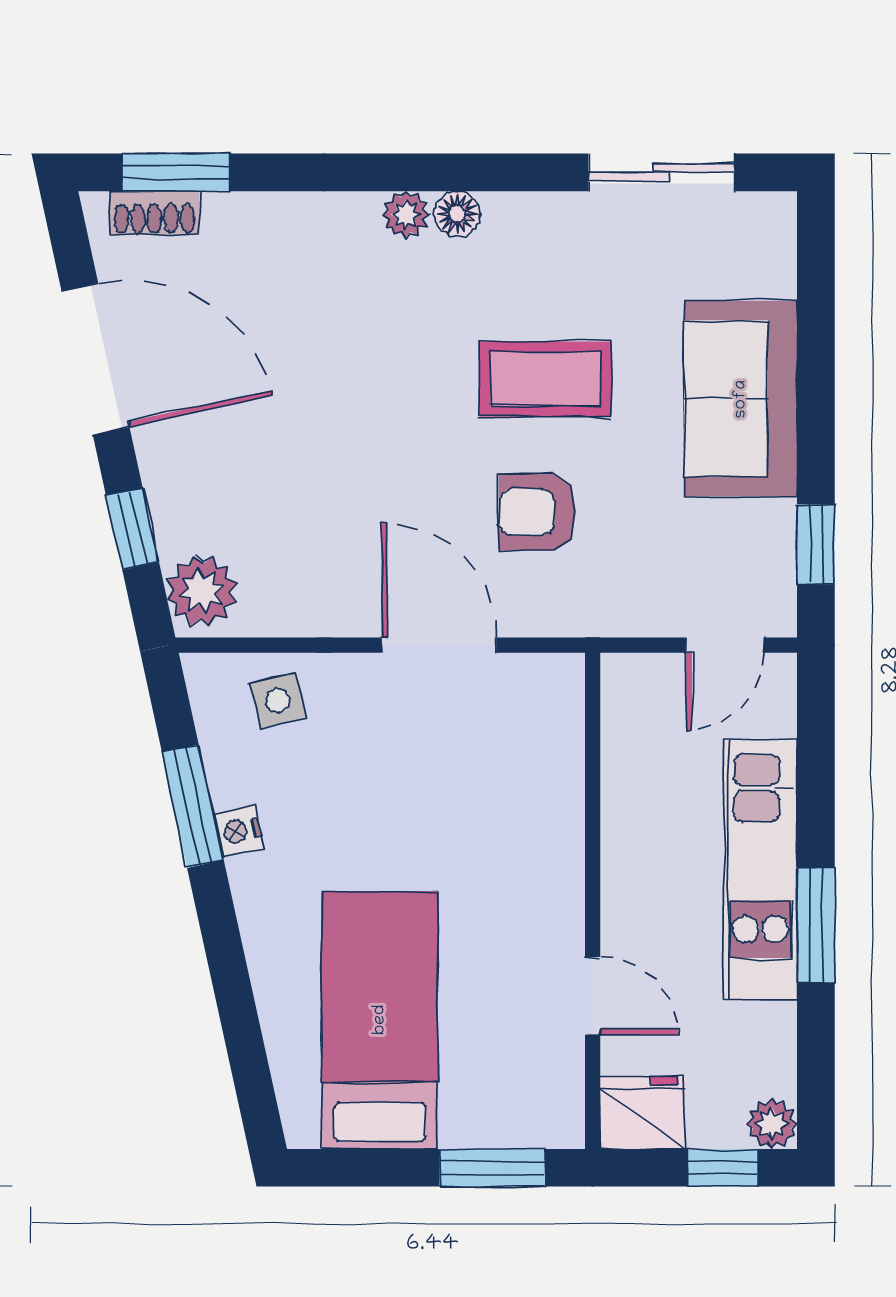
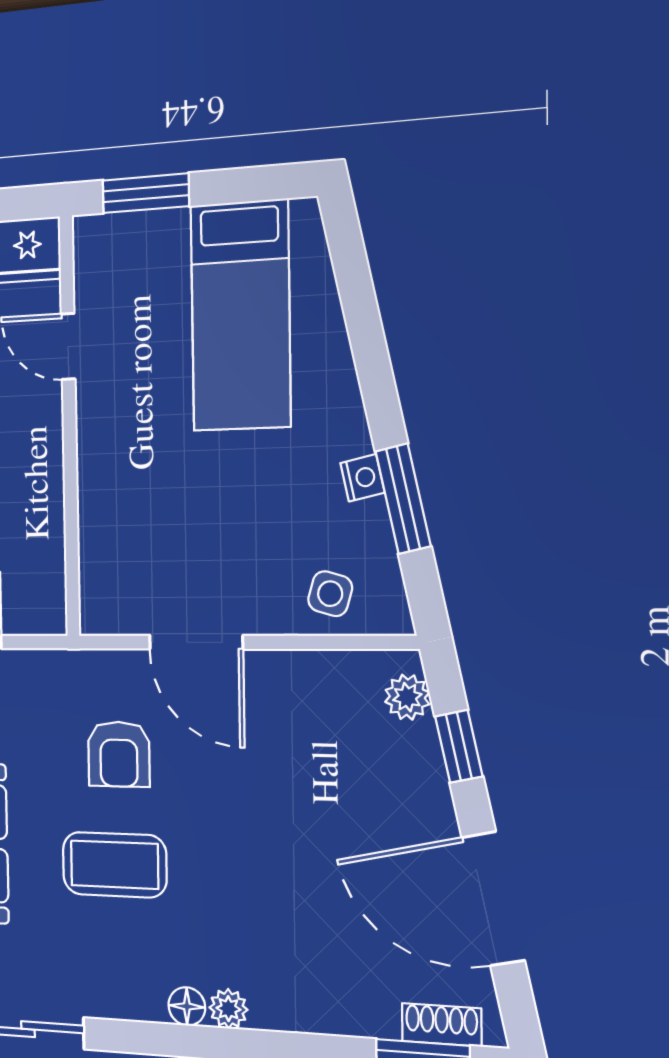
armchair: (537, 512) -> (119, 754), turned 90
plant: (202, 591) -> (407, 697), width x0.73, depth x0.73
side table: (278, 701) -> (330, 594), turned 30

